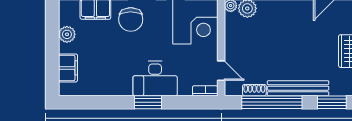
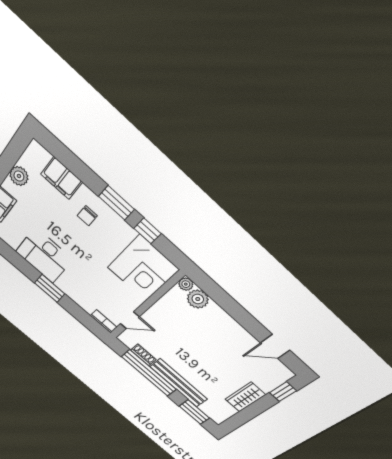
chair: (131, 19) -> (87, 216), width x0.54, depth x0.54
door: (221, 71) -> (130, 320), hinge flipped
desk: (155, 78) -> (44, 256), moved

